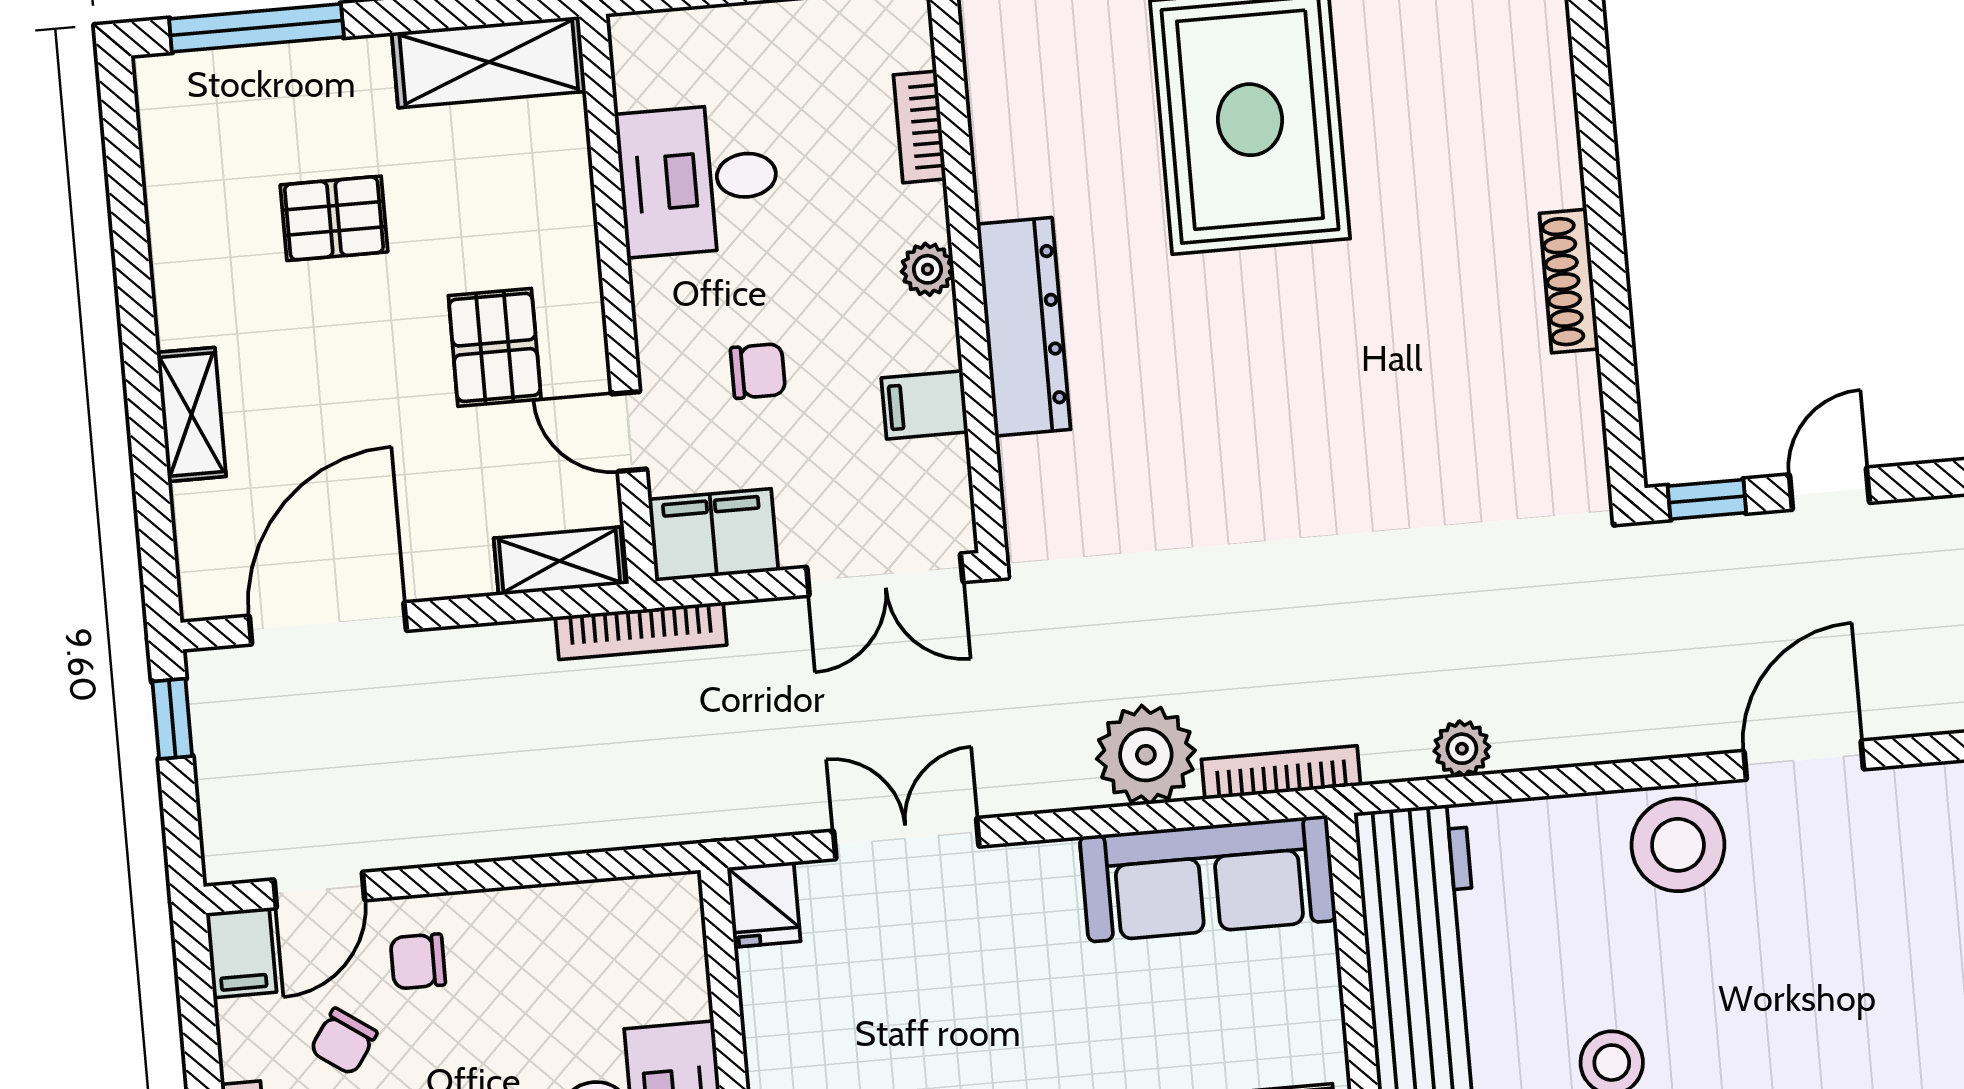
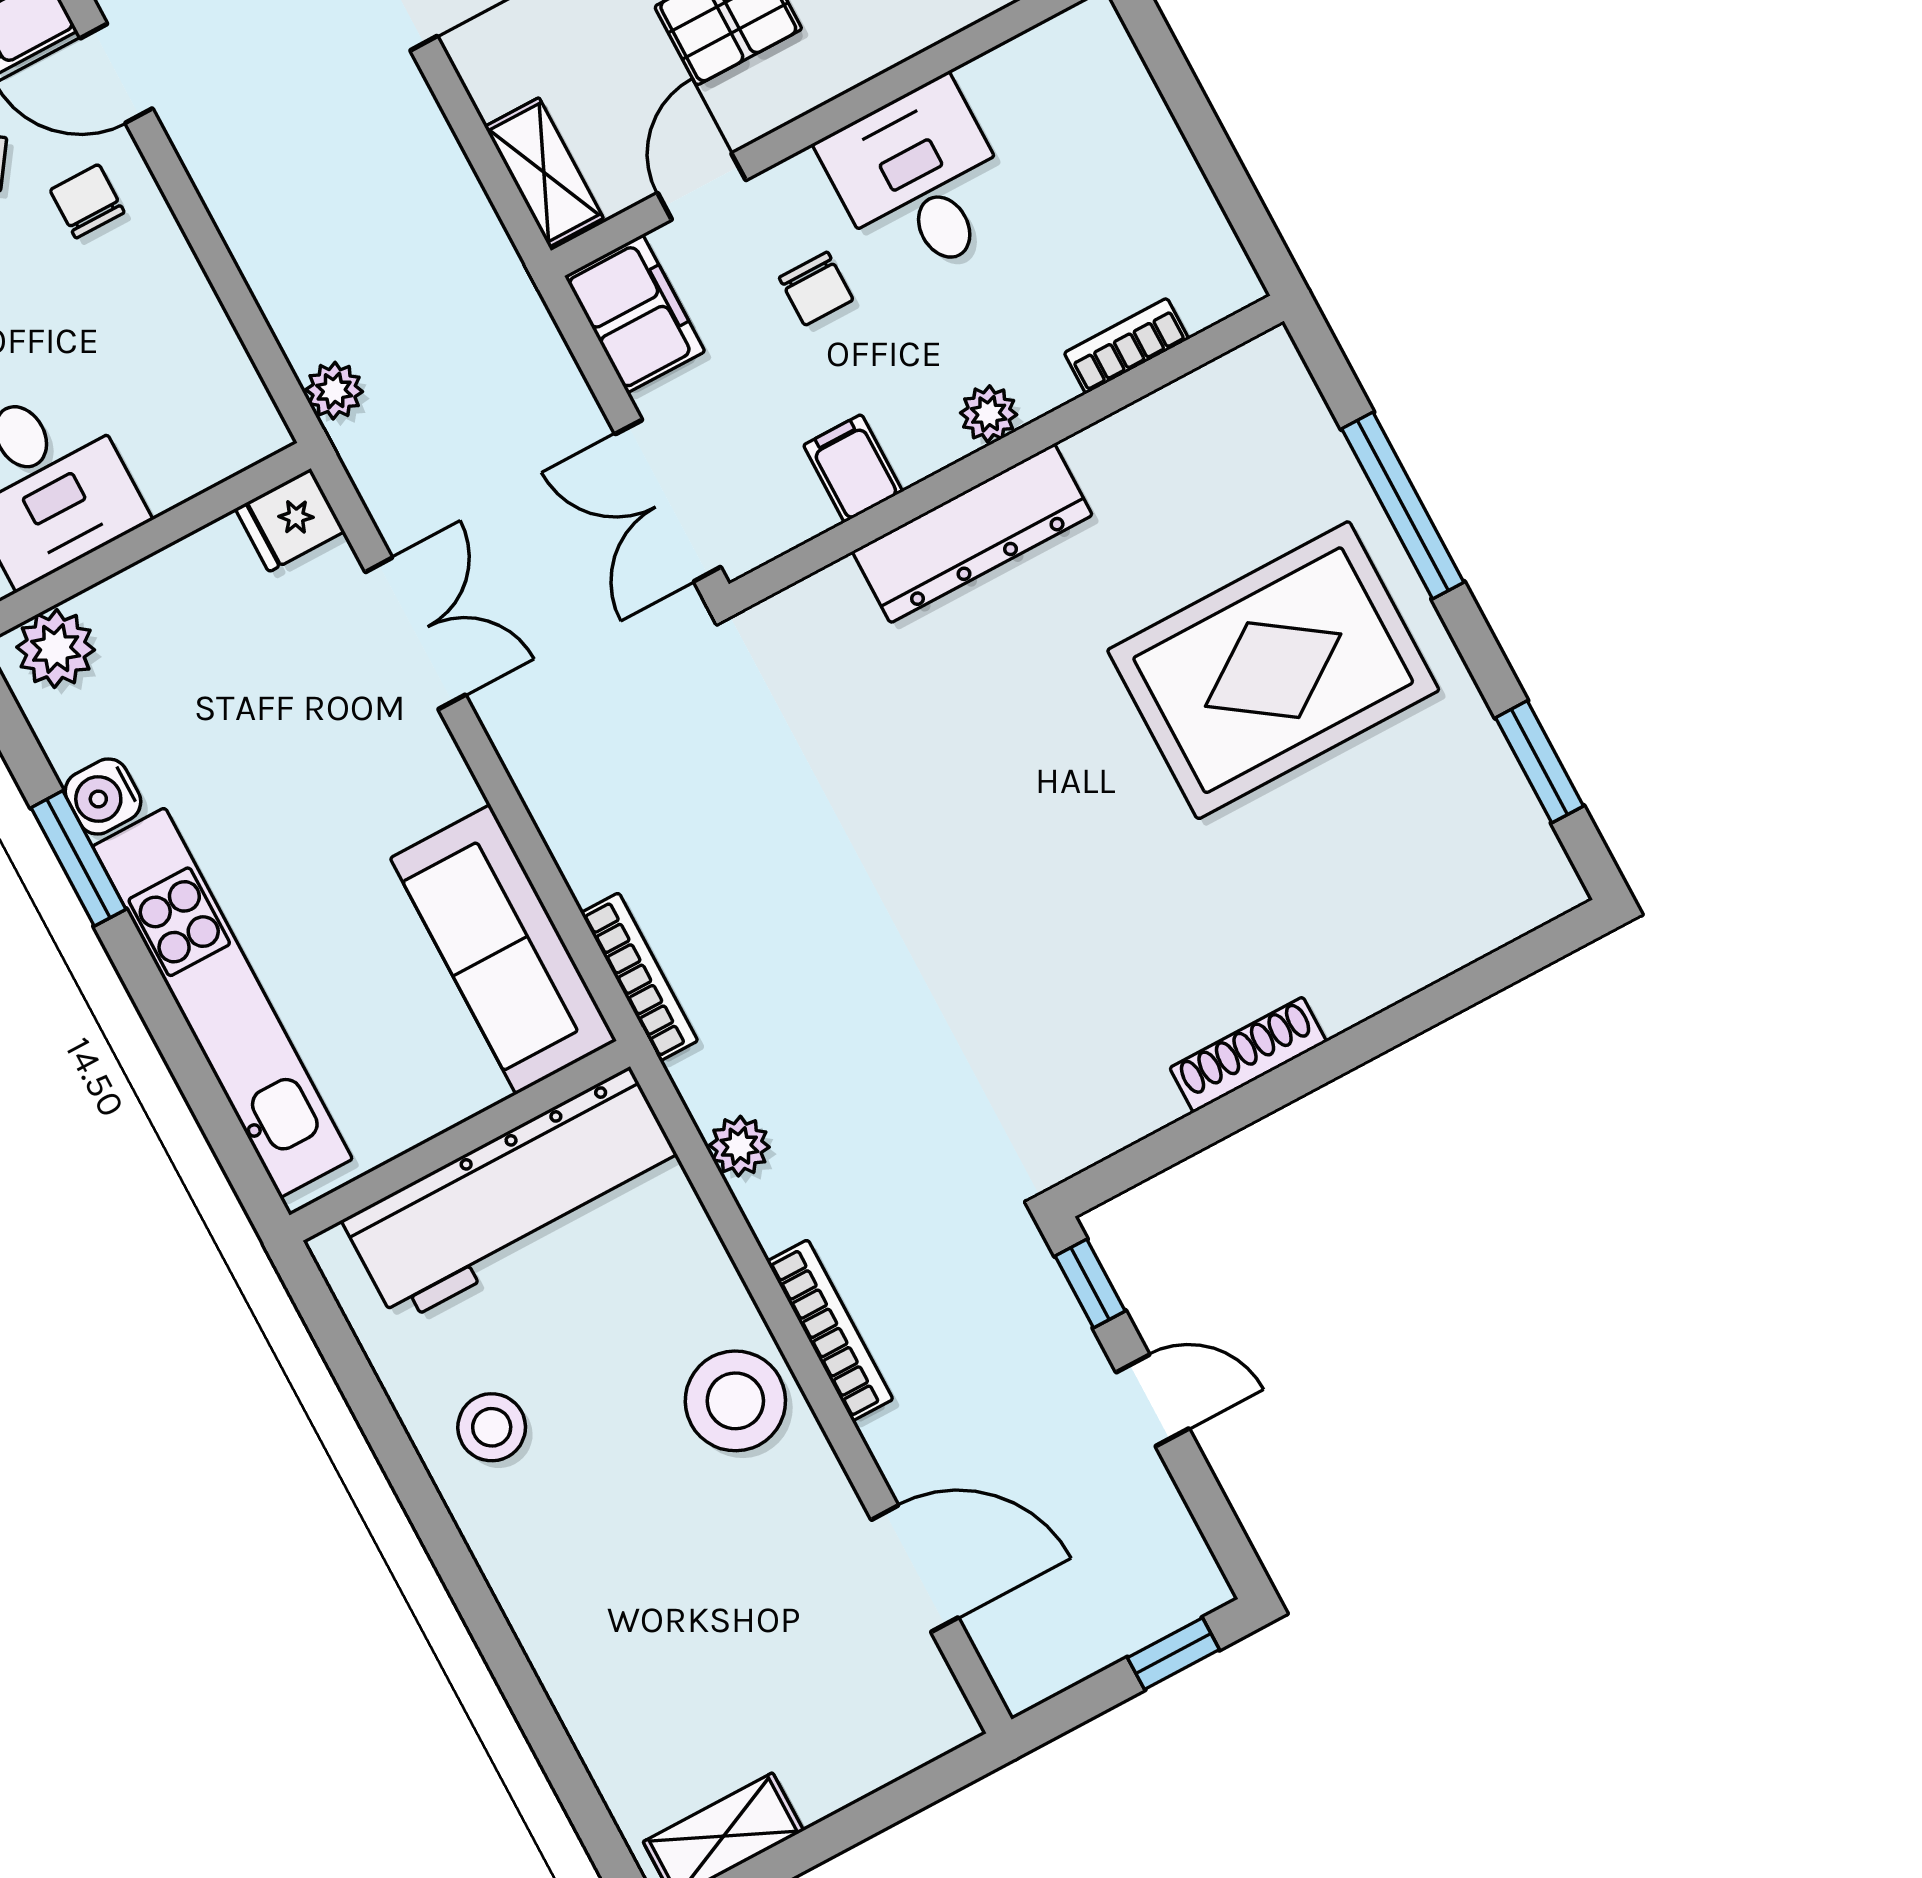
desk: (698, 179) -> (920, 181), moved
bookcase: (641, 631) -> (830, 1330), moved, turned 180
plant: (1146, 755) -> (334, 391), moved, width x0.53, depth x0.53
door: (1804, 760) -> (915, 1569), moved

